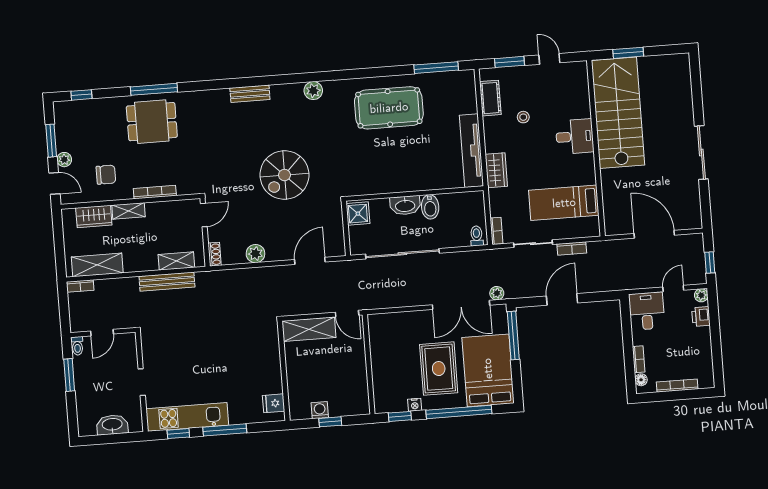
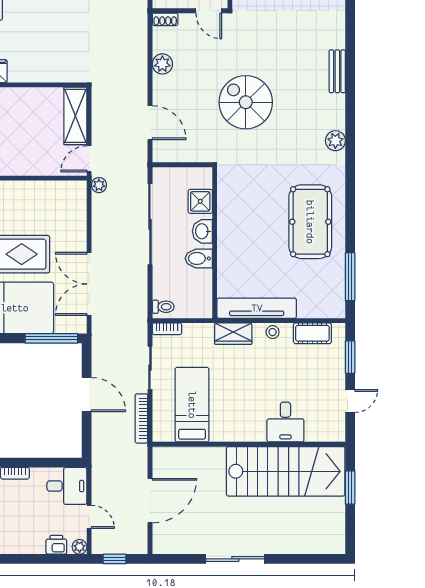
stool: (523, 117) -> (273, 332), moved
desk: (575, 137) -> (285, 422), moved
washbasin: (405, 205) -> (202, 231), width x0.72
shower: (358, 214) -> (200, 201), moved
bookcase: (572, 249) -> (141, 418), width x1.56
plant: (497, 293) -> (99, 185), moved

